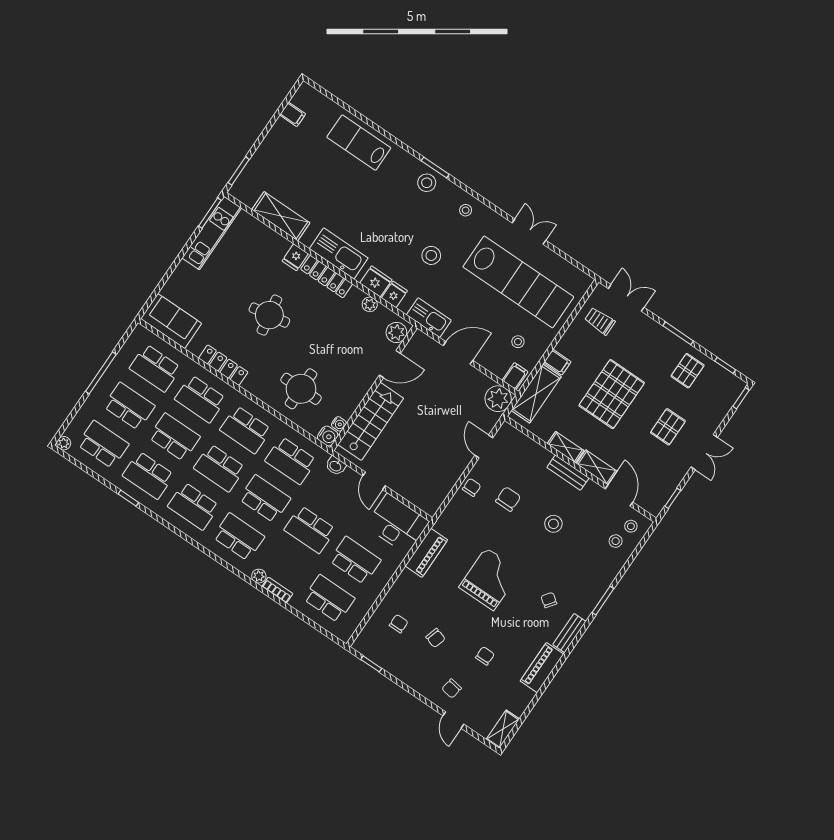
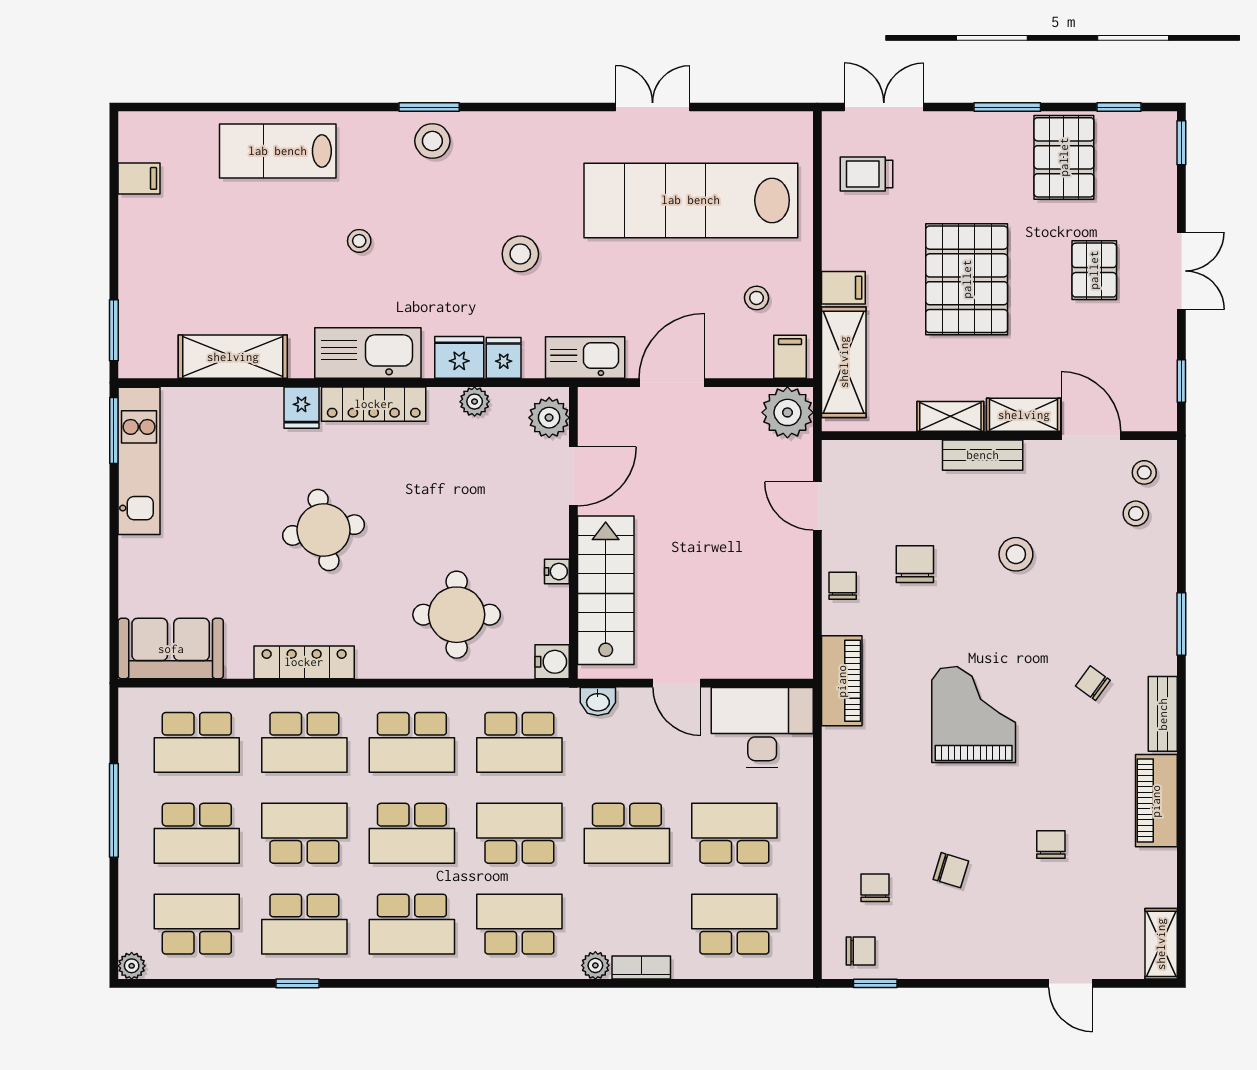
stool: (466, 210) -> (359, 241), moved
lab bench: (518, 282) -> (691, 200), turned 180
pallet: (688, 371) -> (1064, 157), width x1.50, depth x1.42
school desk: (129, 406) -> (197, 833), turned 180
water cooler: (339, 424) -> (557, 572), moved
piano: (426, 553) -> (842, 681), moved
chair: (452, 688) -> (861, 951), moved, turned -99

